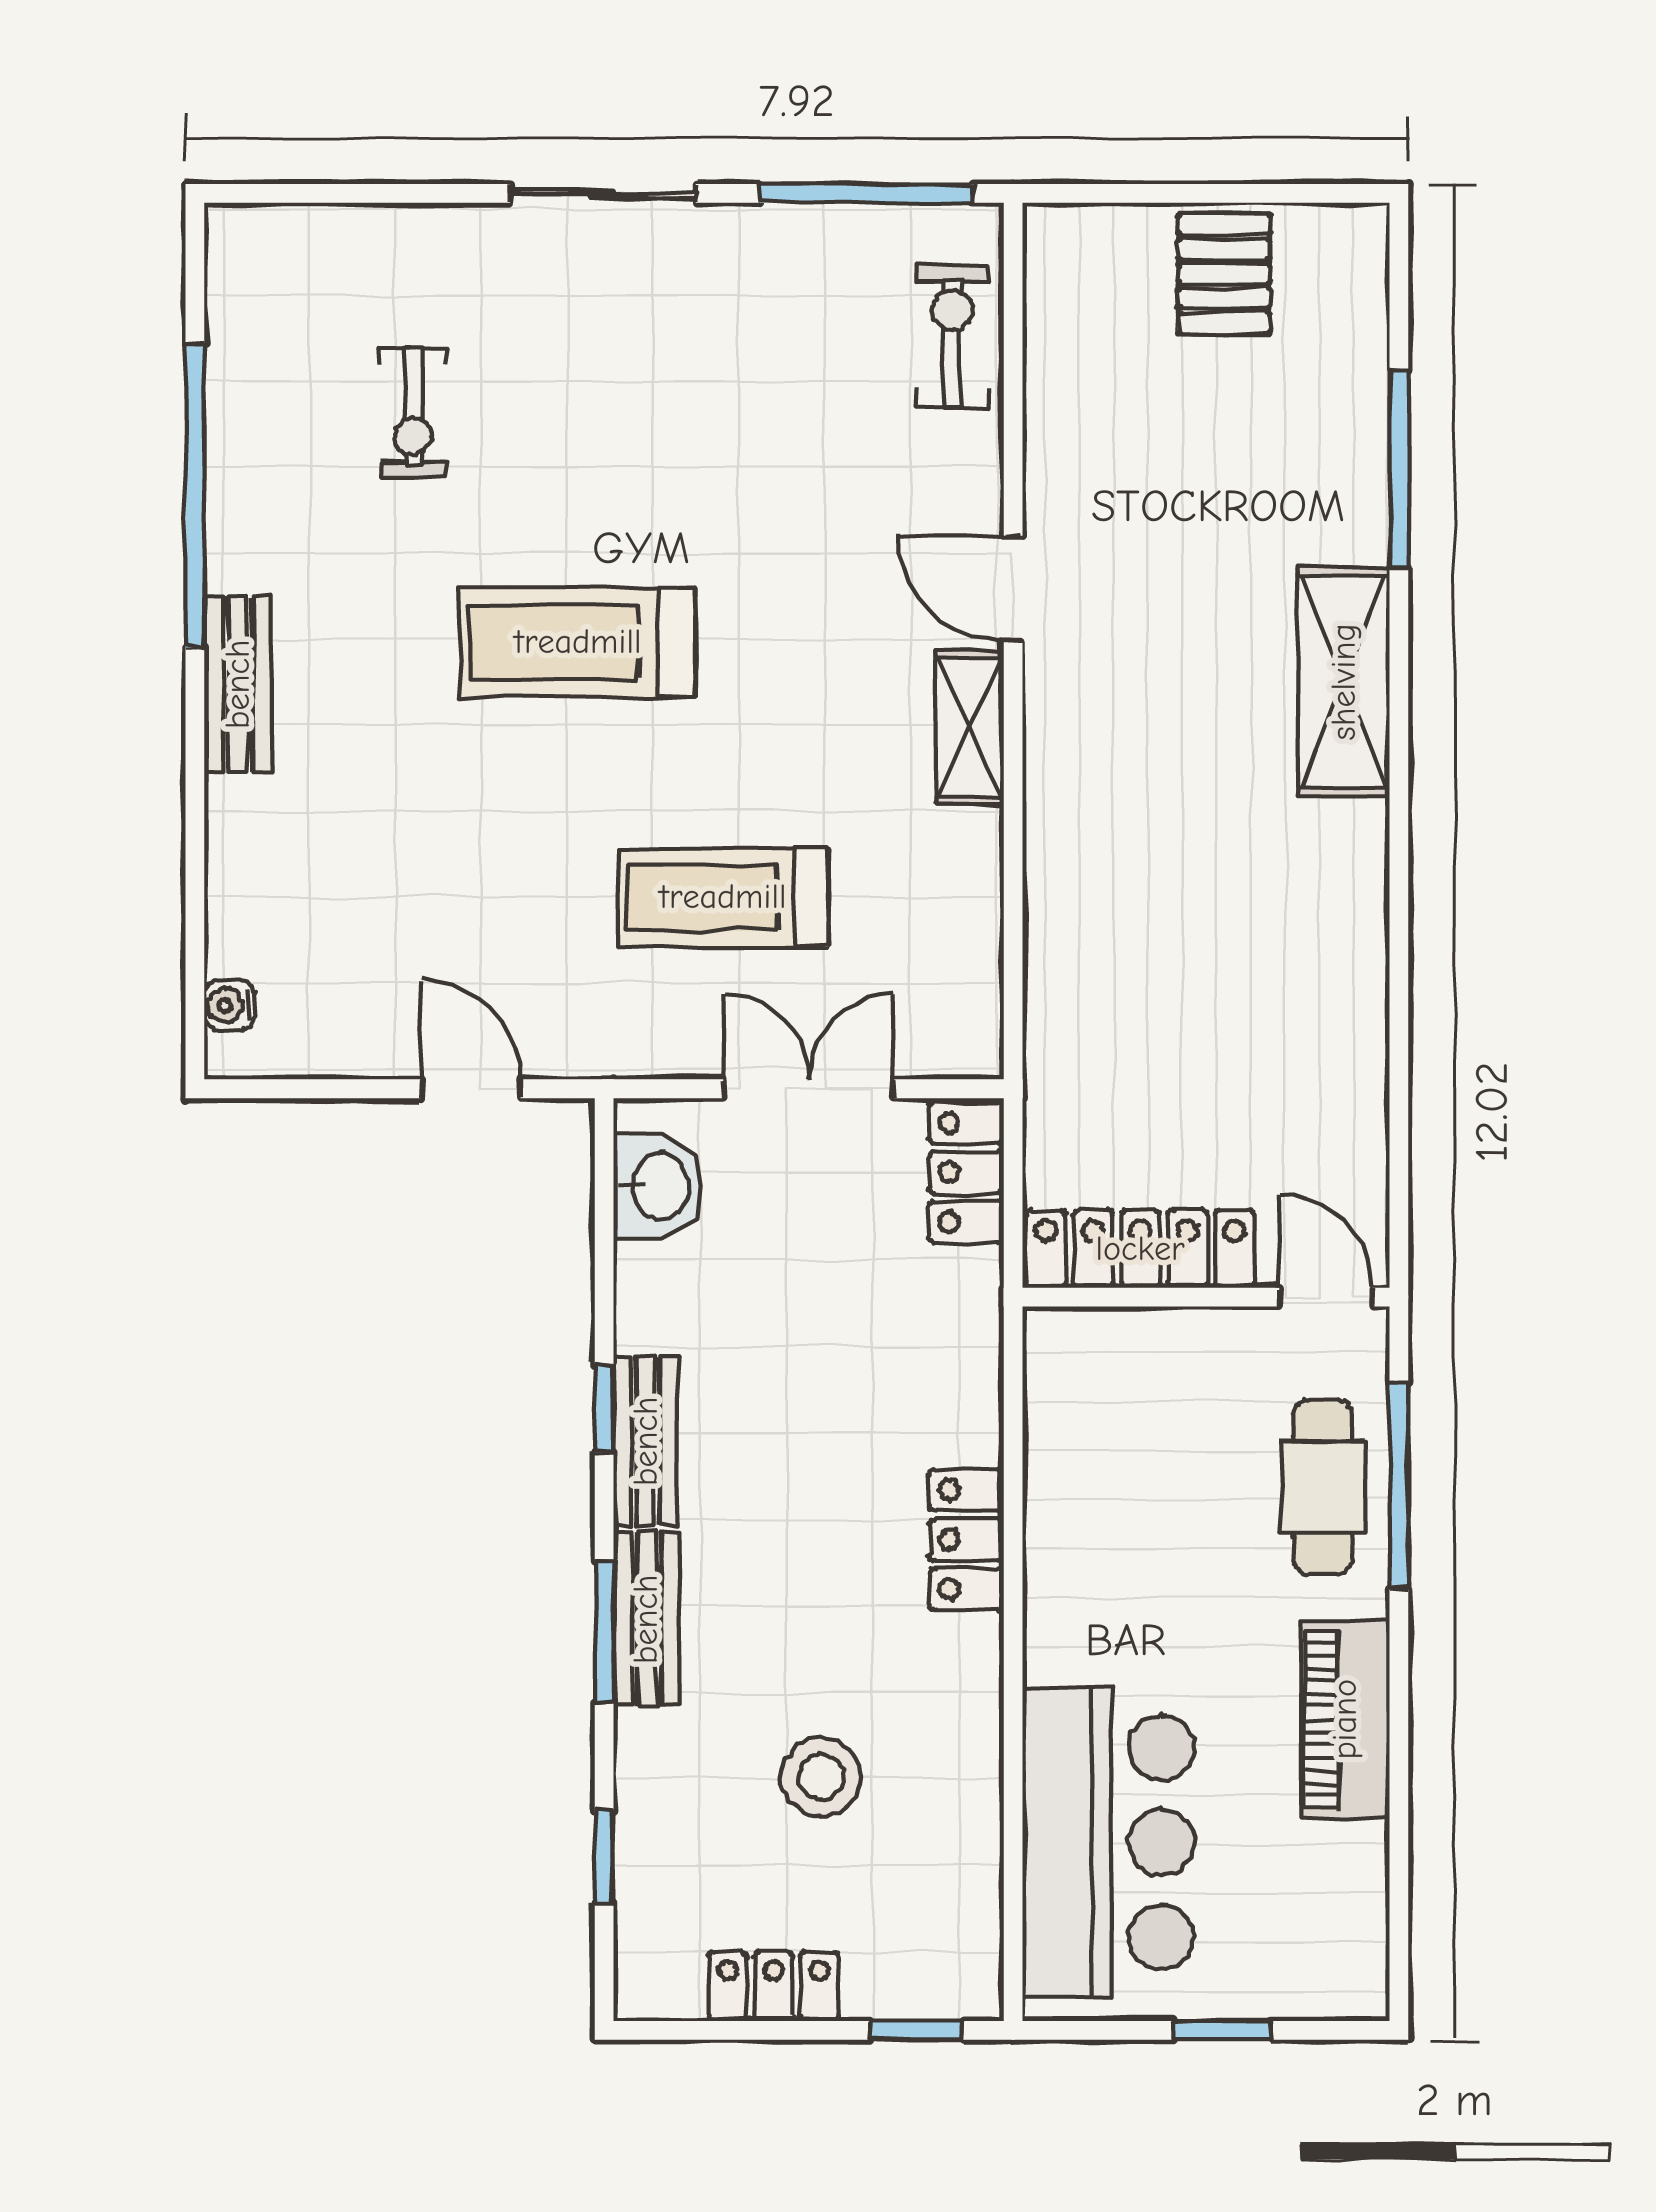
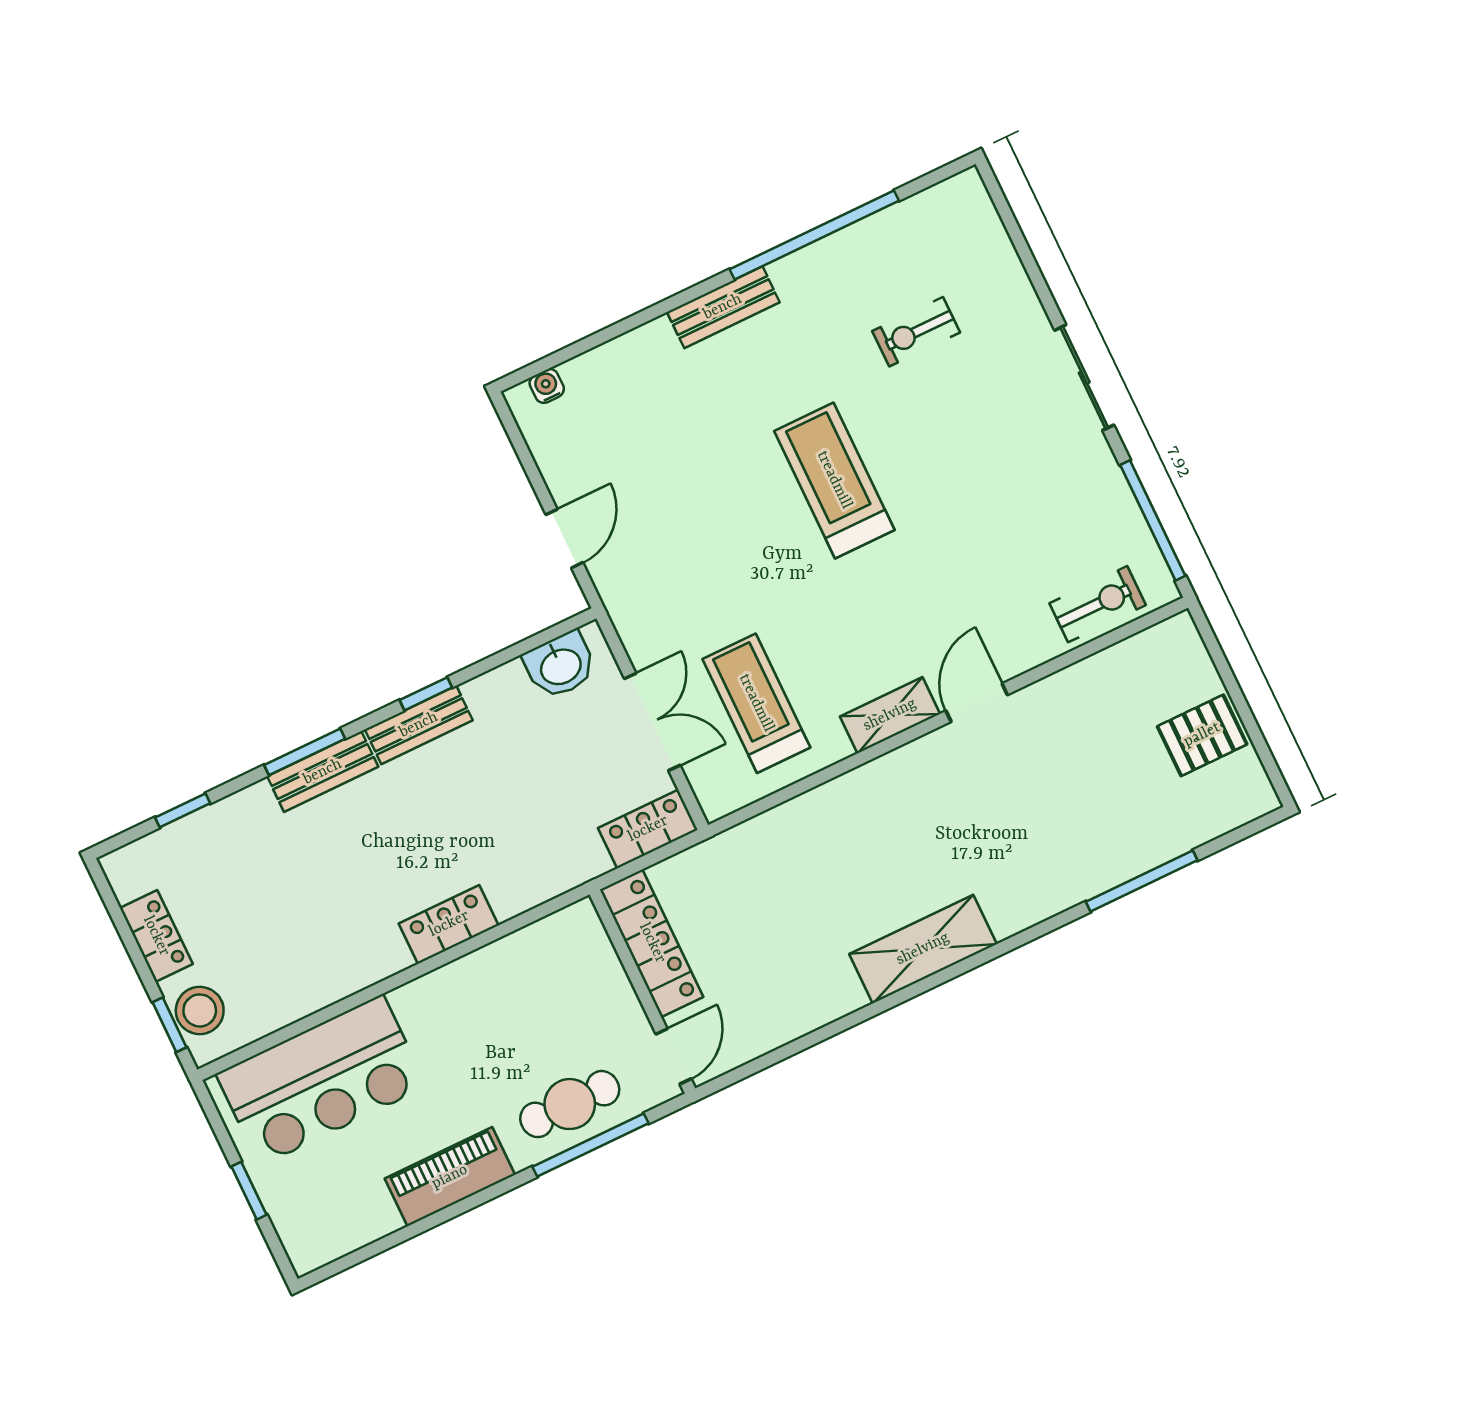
shelving: (1344, 682) -> (923, 949), moved
treadmill: (723, 897) -> (756, 703), moved
stool: (821, 1777) -> (200, 1010), moved

